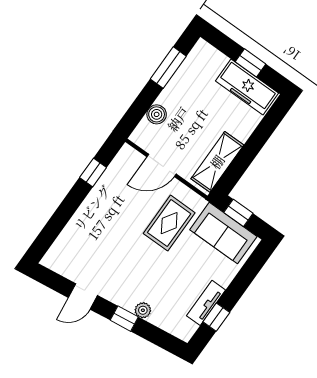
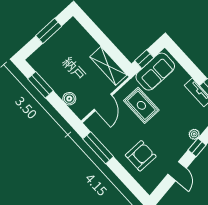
window: (251, 63) -> (49, 31), width x1.50
freezer: (247, 87) -> (64, 36), removed
window: (93, 173) -> (98, 148), width x2.17
armchair: (94, 238) -> (141, 156), added

